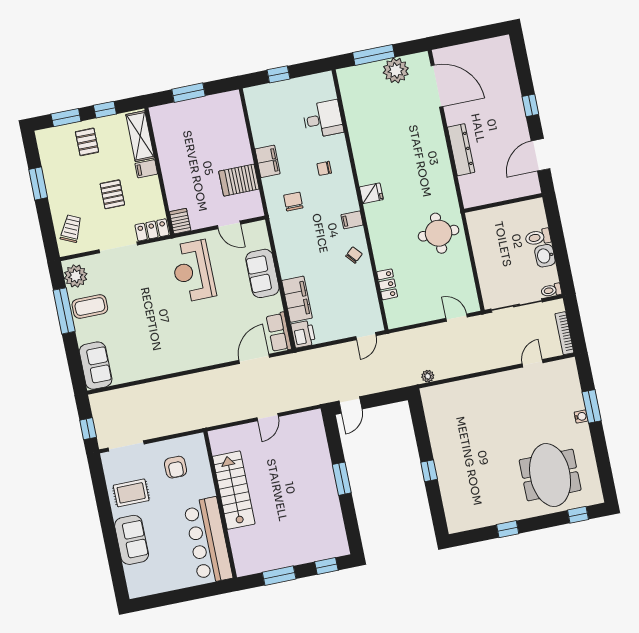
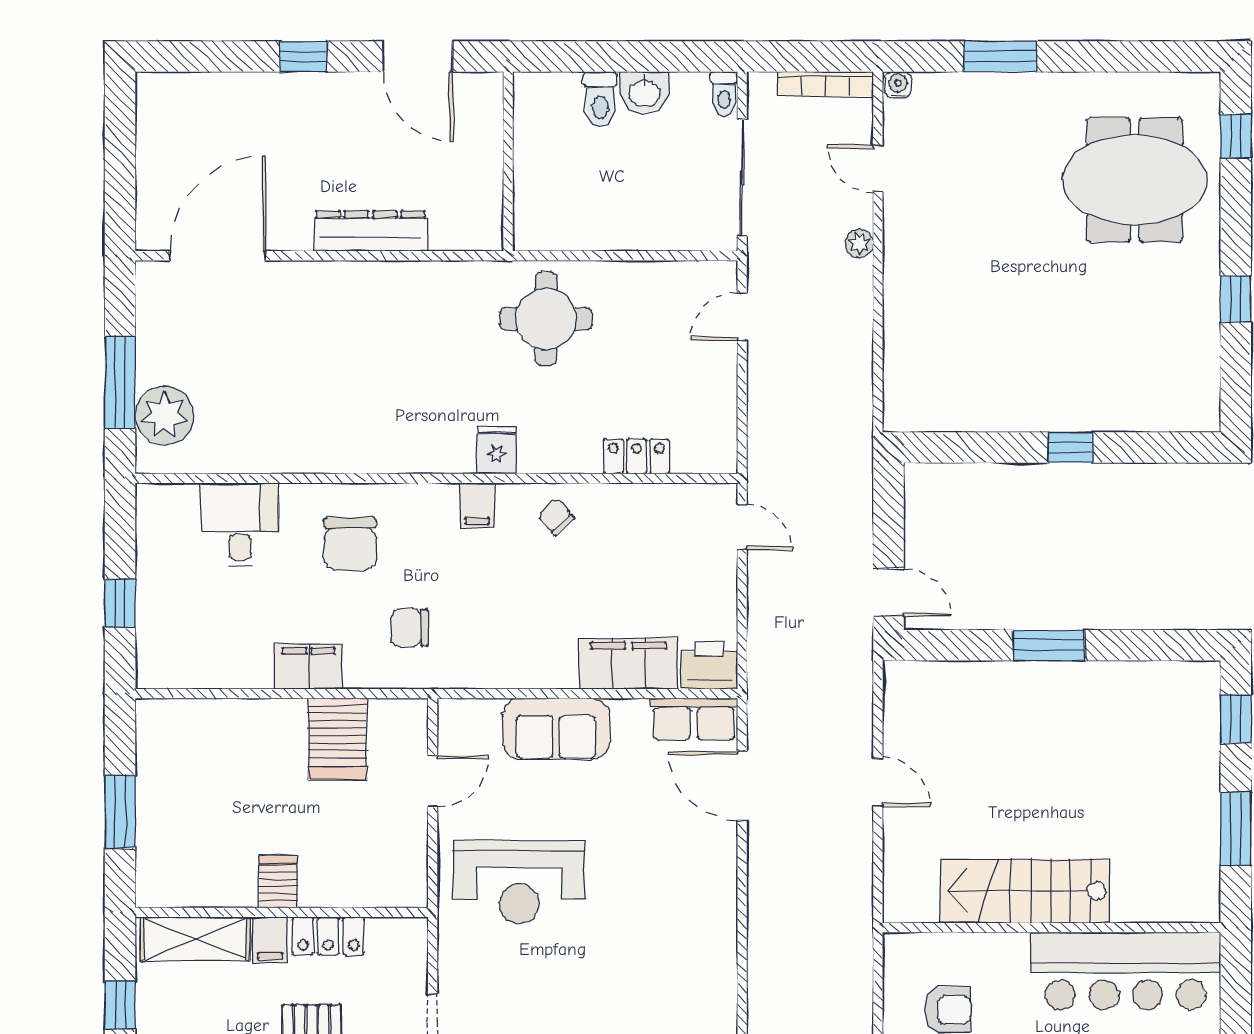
plant: (396, 70) -> (164, 415), moved
chair: (324, 168) -> (350, 544), width x1.87, depth x1.87
fridge: (371, 193) -> (496, 450), moved
server rack: (180, 221) -> (278, 882), moved, turned 90
locker: (152, 230) -> (328, 936), moved, turned -90
plant: (428, 376) -> (859, 243), moved
water cooler: (581, 417) -> (898, 85), moved

